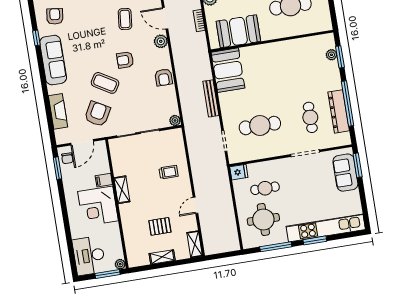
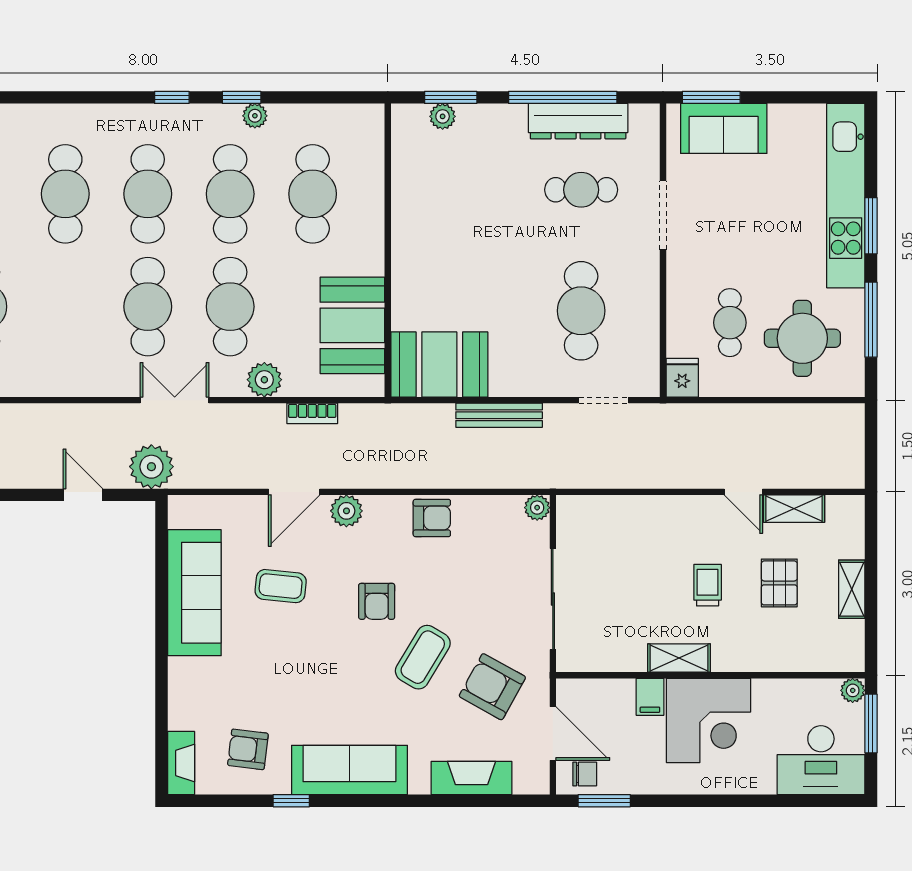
trolley: (169, 172) -> (708, 585), moved
shelving: (195, 244) -> (794, 509), moved

